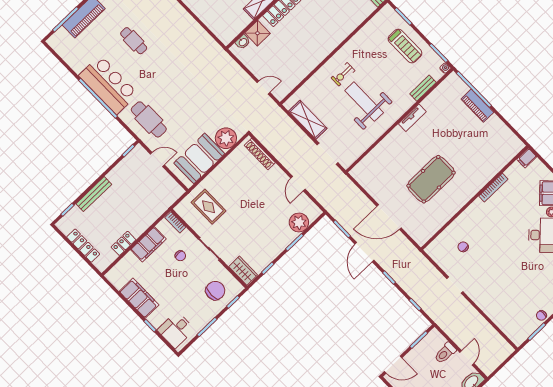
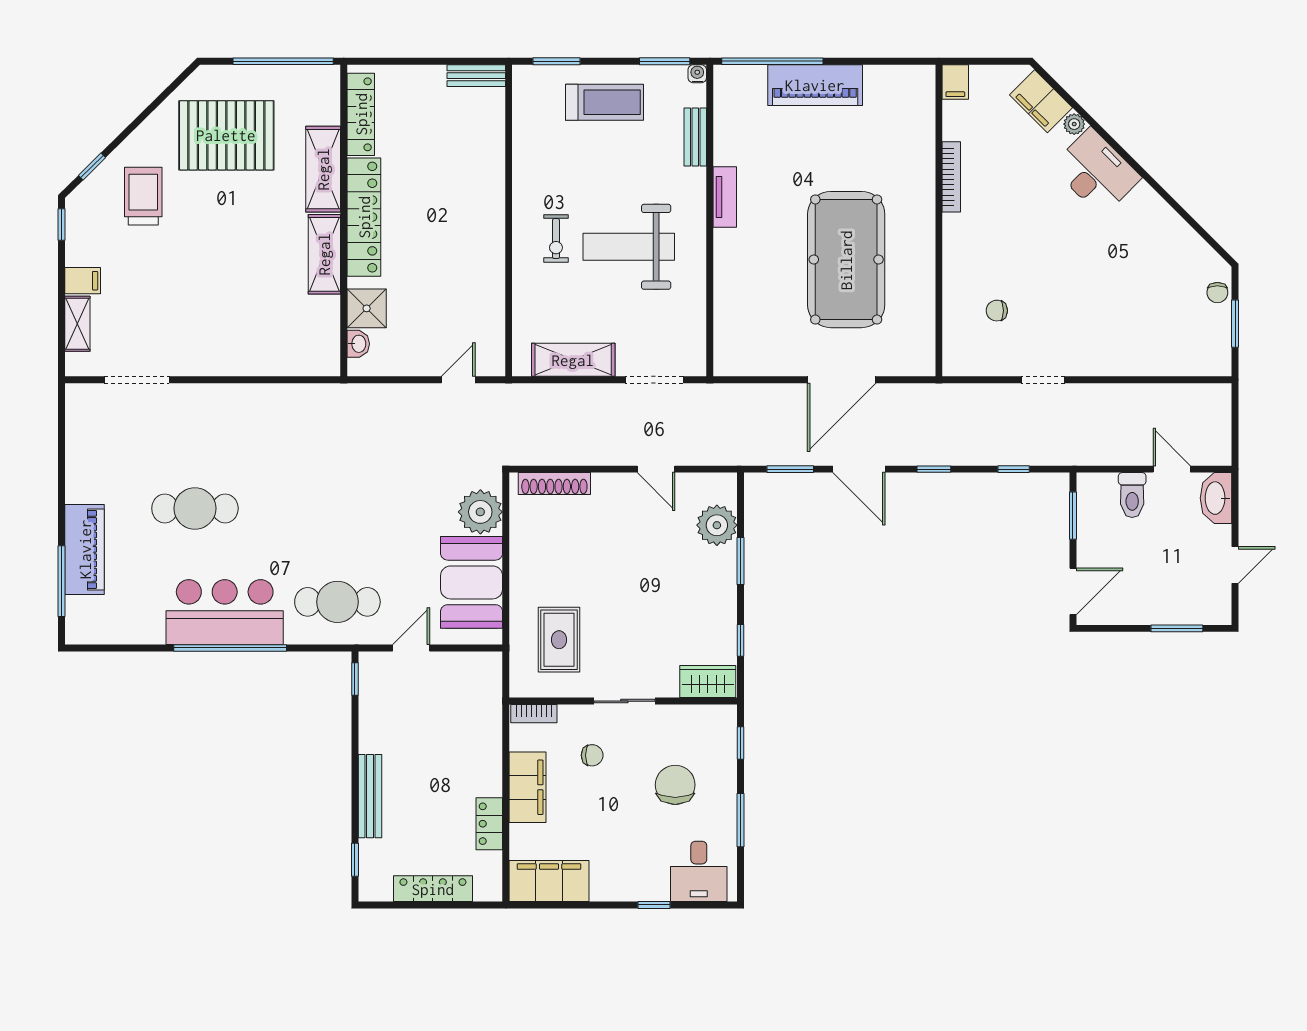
cafe table: (134, 41) -> (195, 508), width x1.37, depth x1.35
piano: (477, 106) -> (815, 85), width x1.37, depth x1.33
pool table: (431, 179) -> (846, 260), width x1.36, depth x1.32
rug: (209, 207) -> (559, 640), turned 90
chair: (215, 291) -> (675, 785), moved
filing cabinet: (139, 298) -> (549, 881), moved

